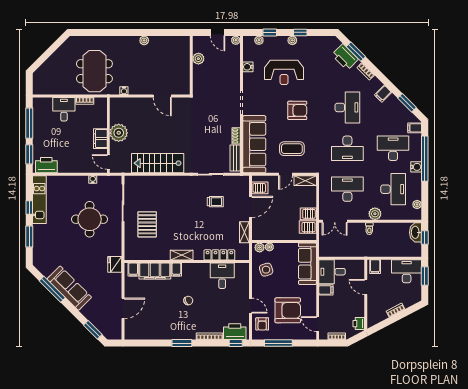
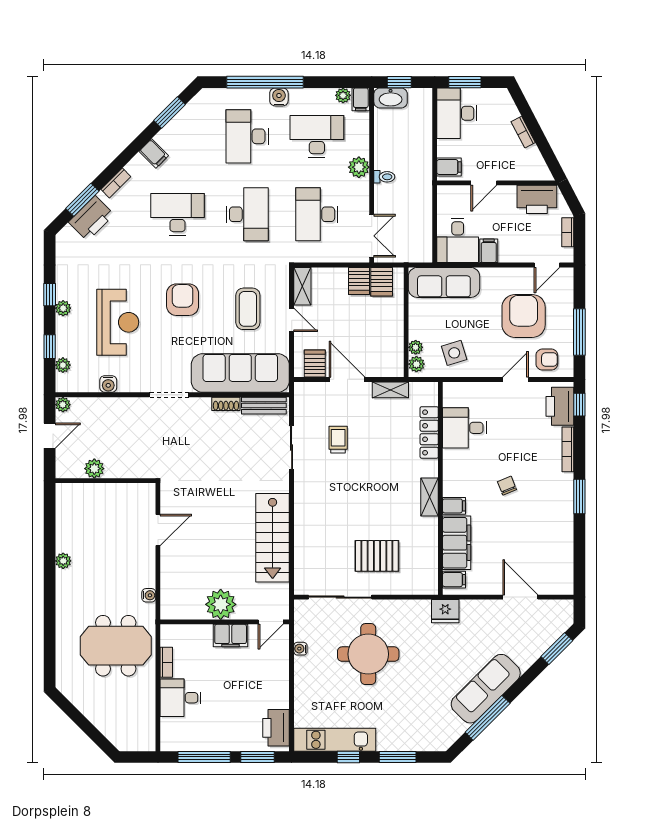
filing cabinet: (415, 128) -> (361, 99), moved
printer: (359, 324) -> (537, 199), width x1.87, depth x1.48

